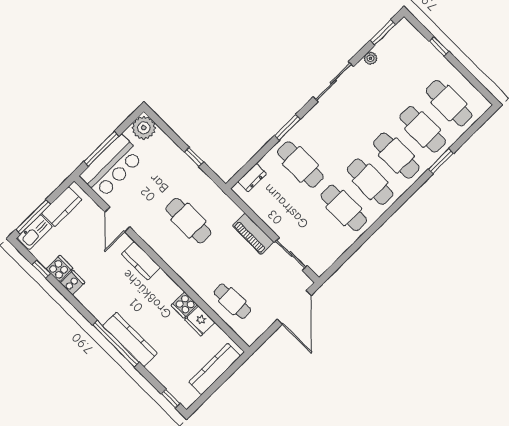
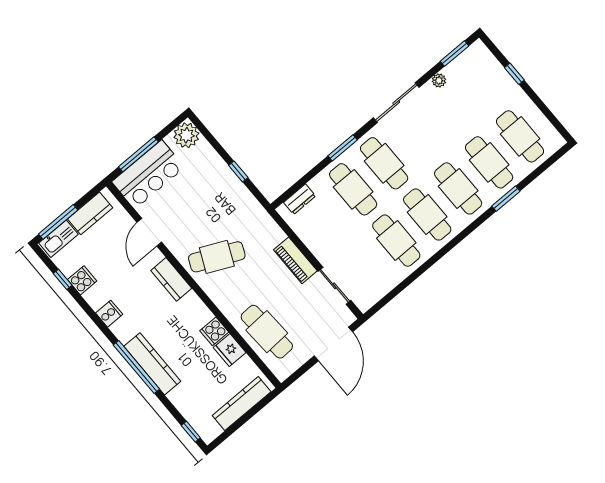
cafe table: (327, 138) -> (384, 163), added
cafe table: (188, 221) -> (217, 257), moved, turned -65
cooker: (73, 283) -> (109, 314), moved
cafe table: (232, 301) -> (267, 332), width x1.37, depth x1.35

